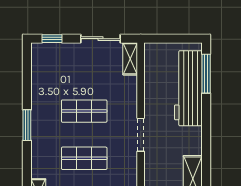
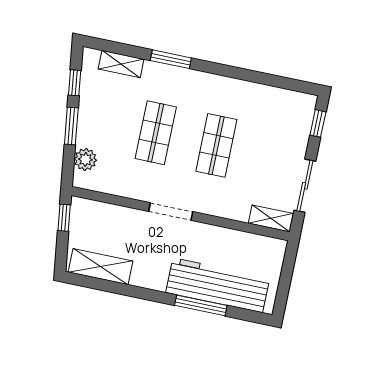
window: (206, 74) -> (201, 305), moved
window: (27, 125) -> (171, 59), moved

